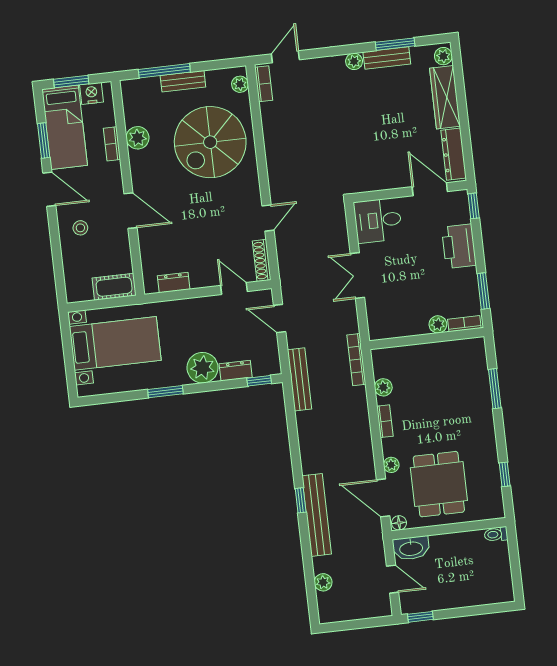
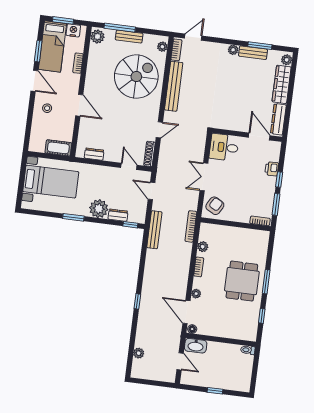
plant: (138, 138) -> (97, 36), moved
spiral stairs: (210, 142) -> (136, 77), turned 180
window: (474, 206) -> (279, 180), moved
printer: (459, 246) -> (272, 169), width x0.53, depth x0.68
armchair: (386, 317) -> (215, 206), added
plant: (438, 324) -> (244, 217), removed
window: (495, 389) -> (266, 282), moved
dining table: (439, 484) -> (242, 281), moved
bench: (317, 515) -> (174, 86), moved
window: (420, 617) -> (215, 391), moved

